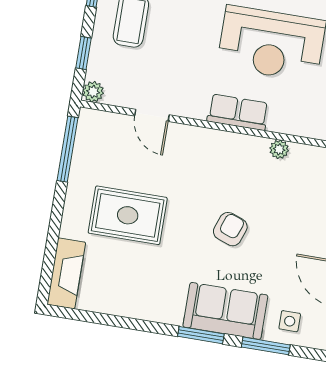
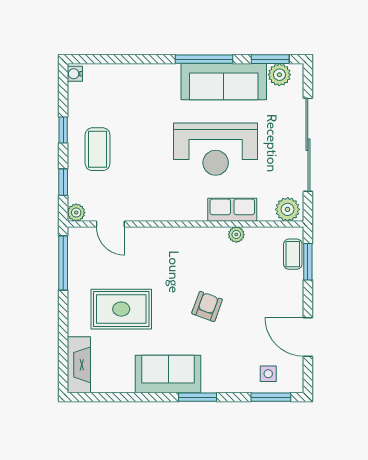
row of seats: (238, 112) -> (232, 210), moved
door: (152, 115) -> (110, 224), moved
sofa: (225, 311) -> (168, 374), moved
window: (266, 346) -> (271, 397), moved

